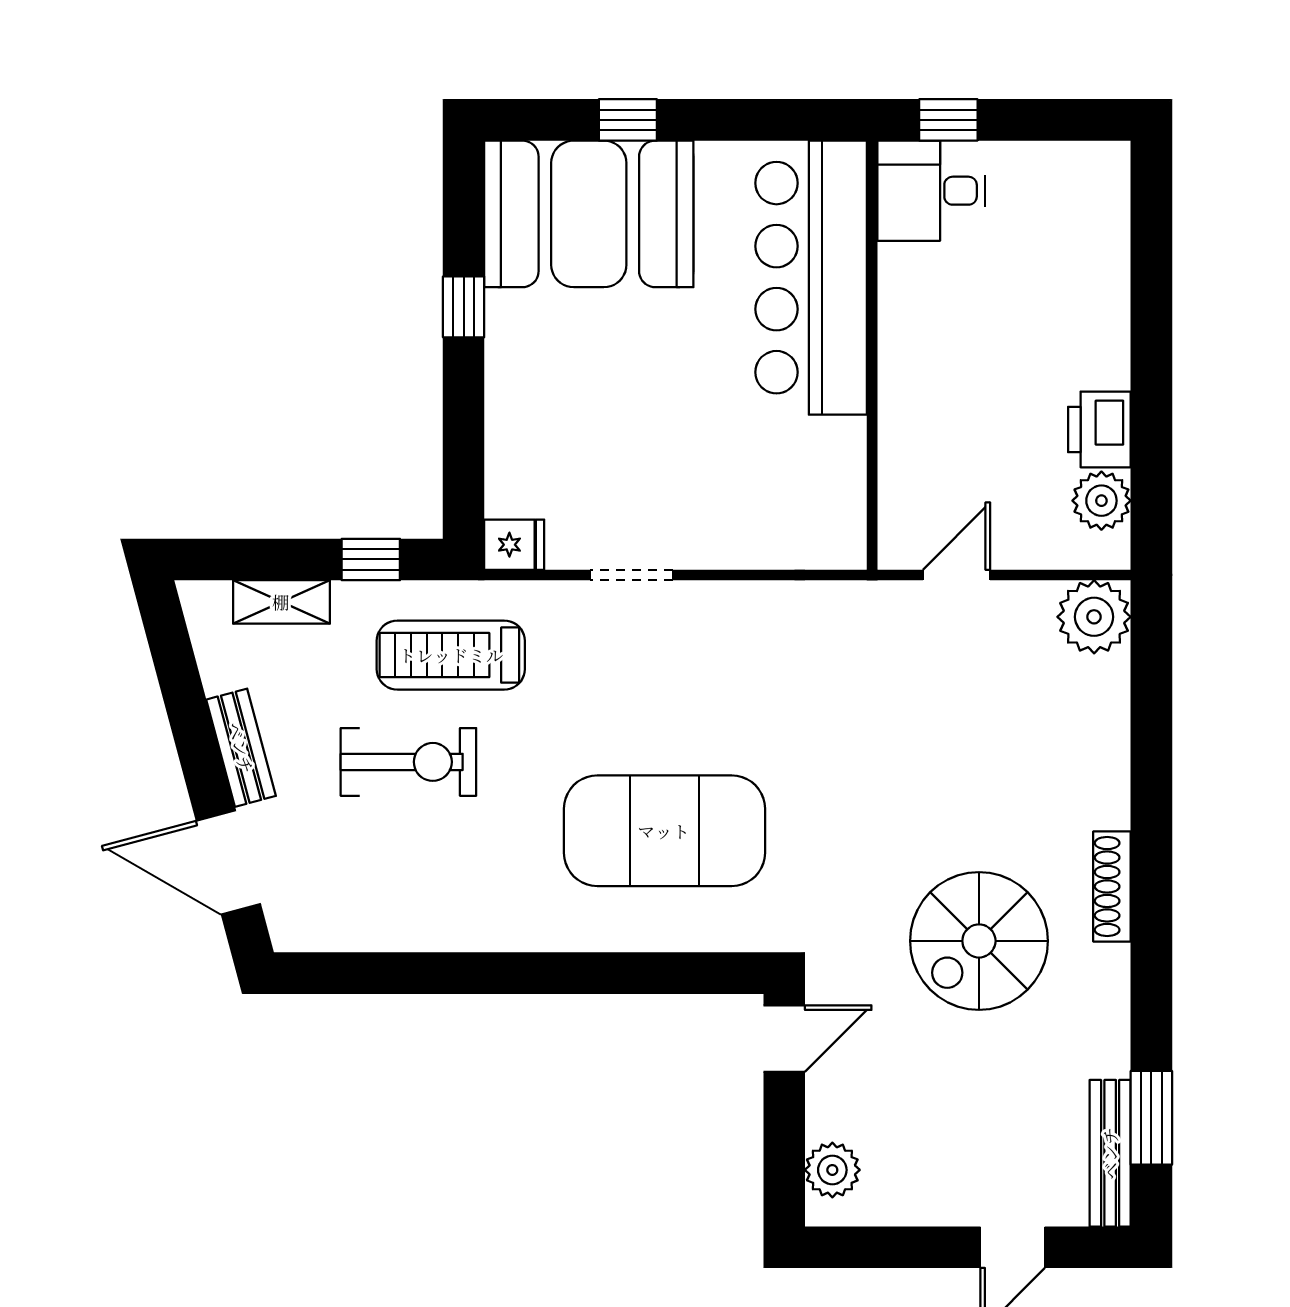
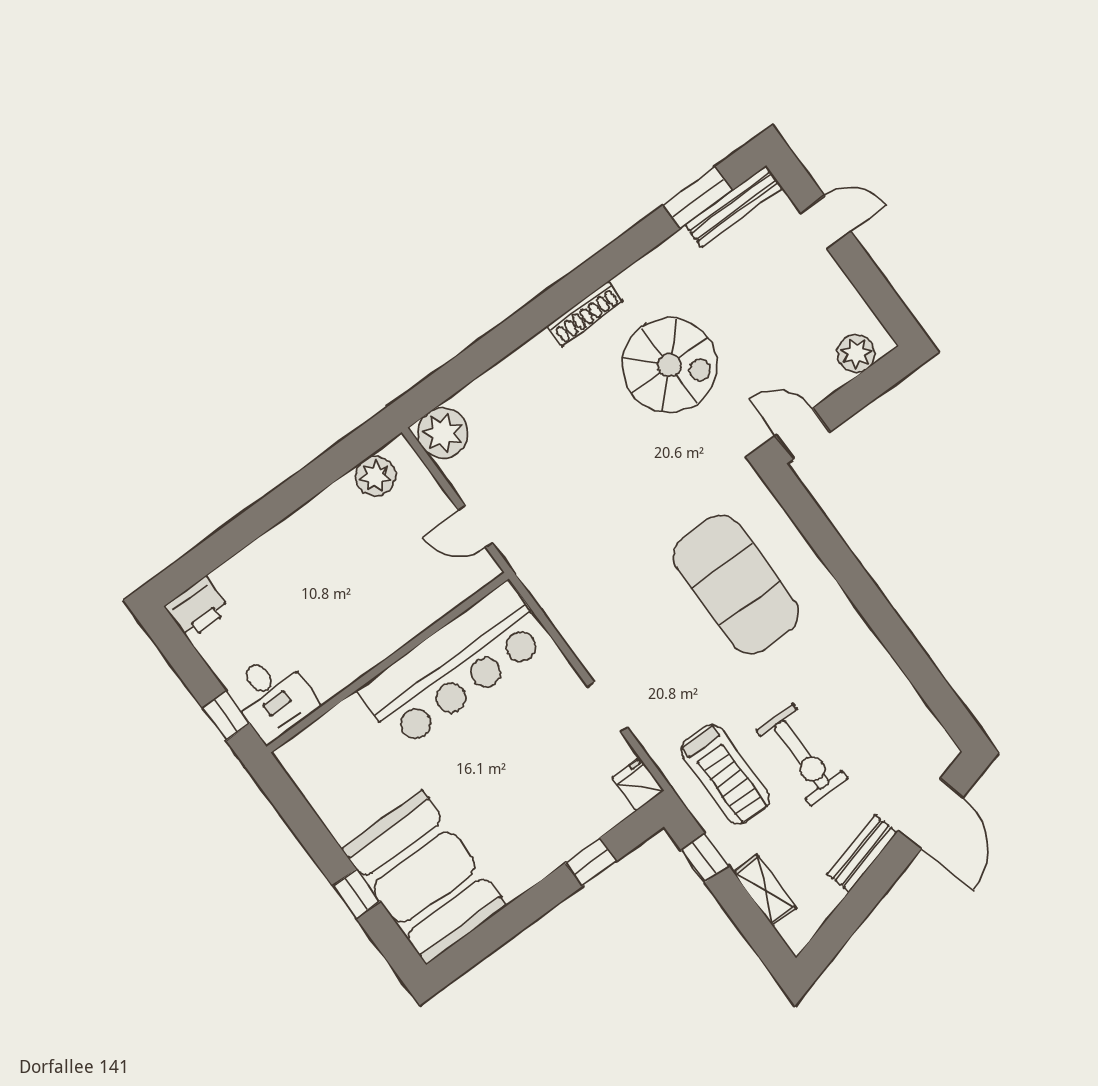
bar counter: (811, 278) -> (454, 666), moved
window: (464, 307) -> (591, 862), moved
printer: (1099, 429) -> (197, 608), moved
exercise bike: (408, 762) -> (802, 755), turned 180

